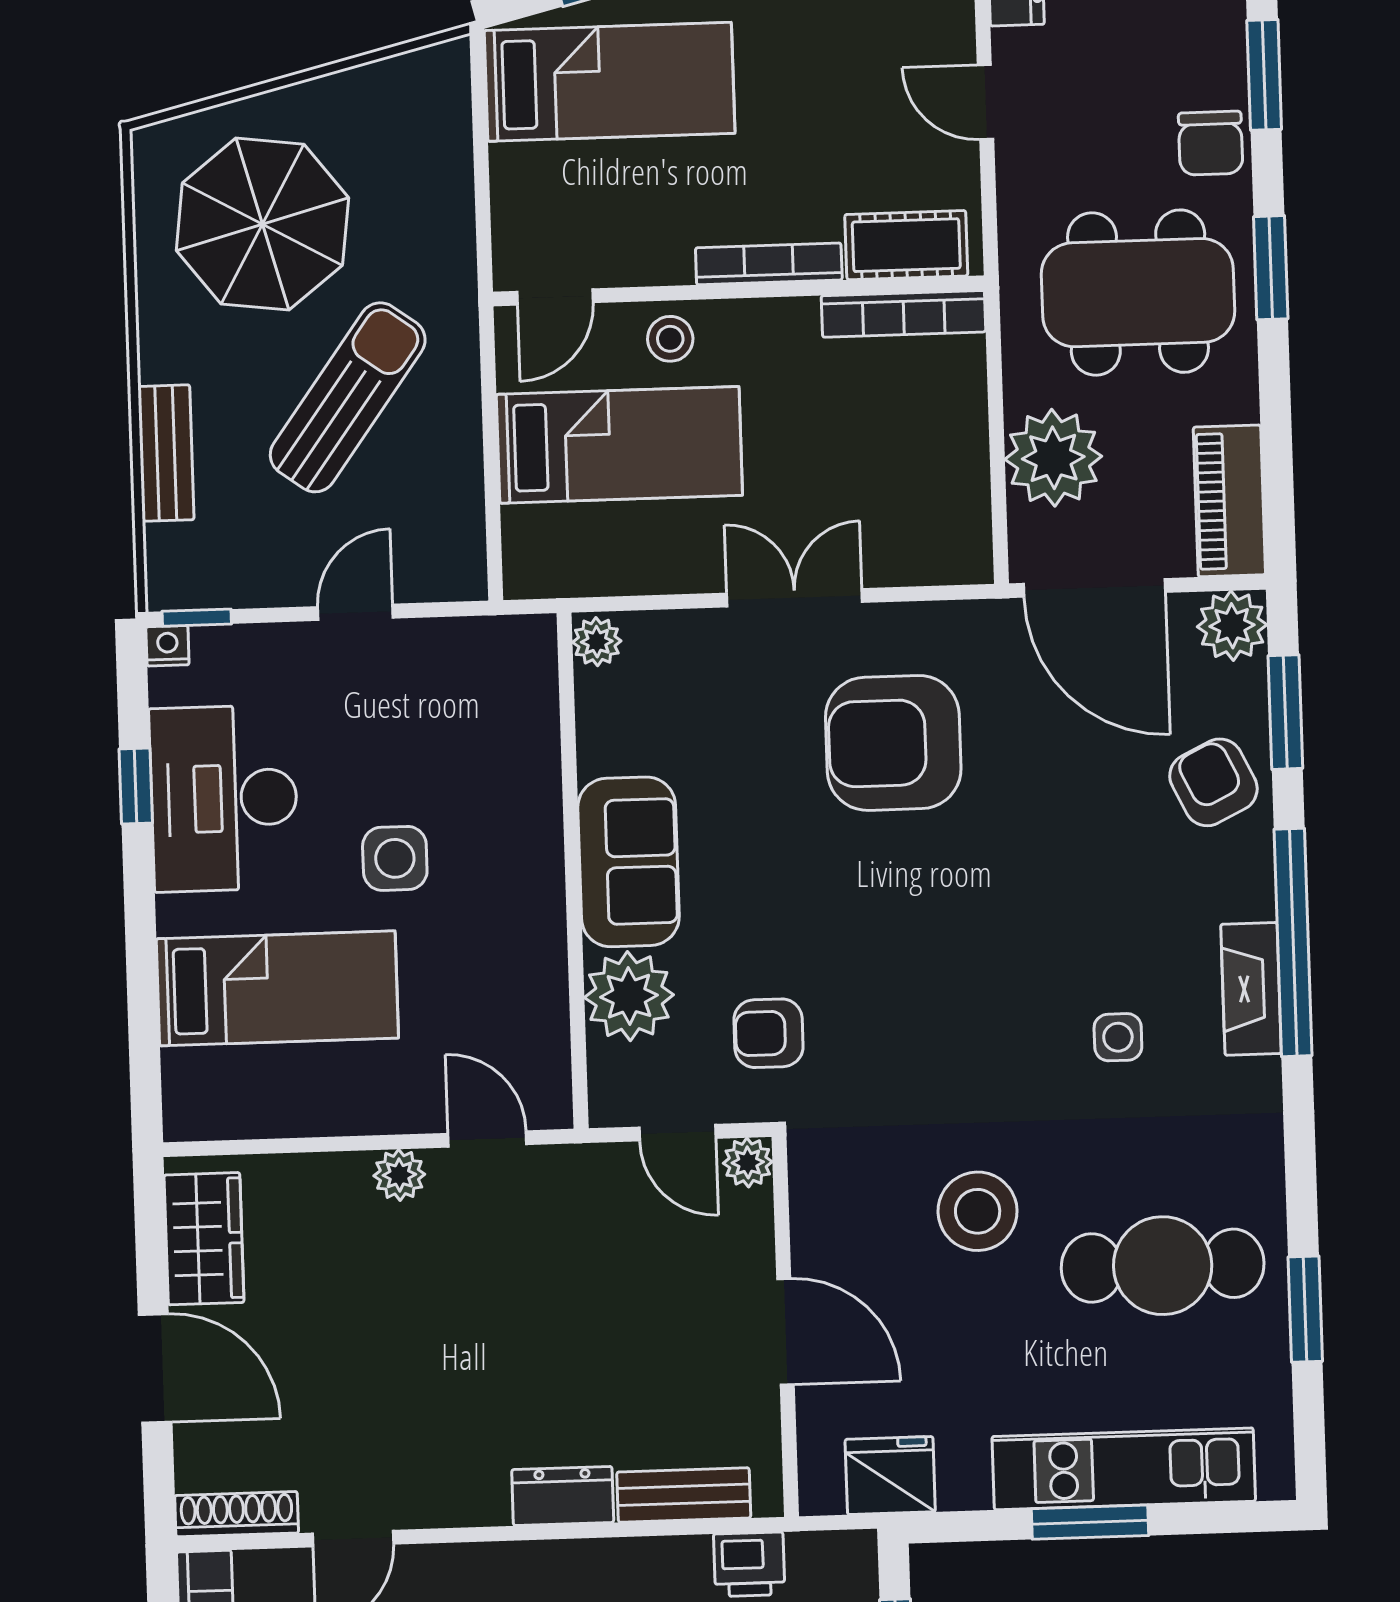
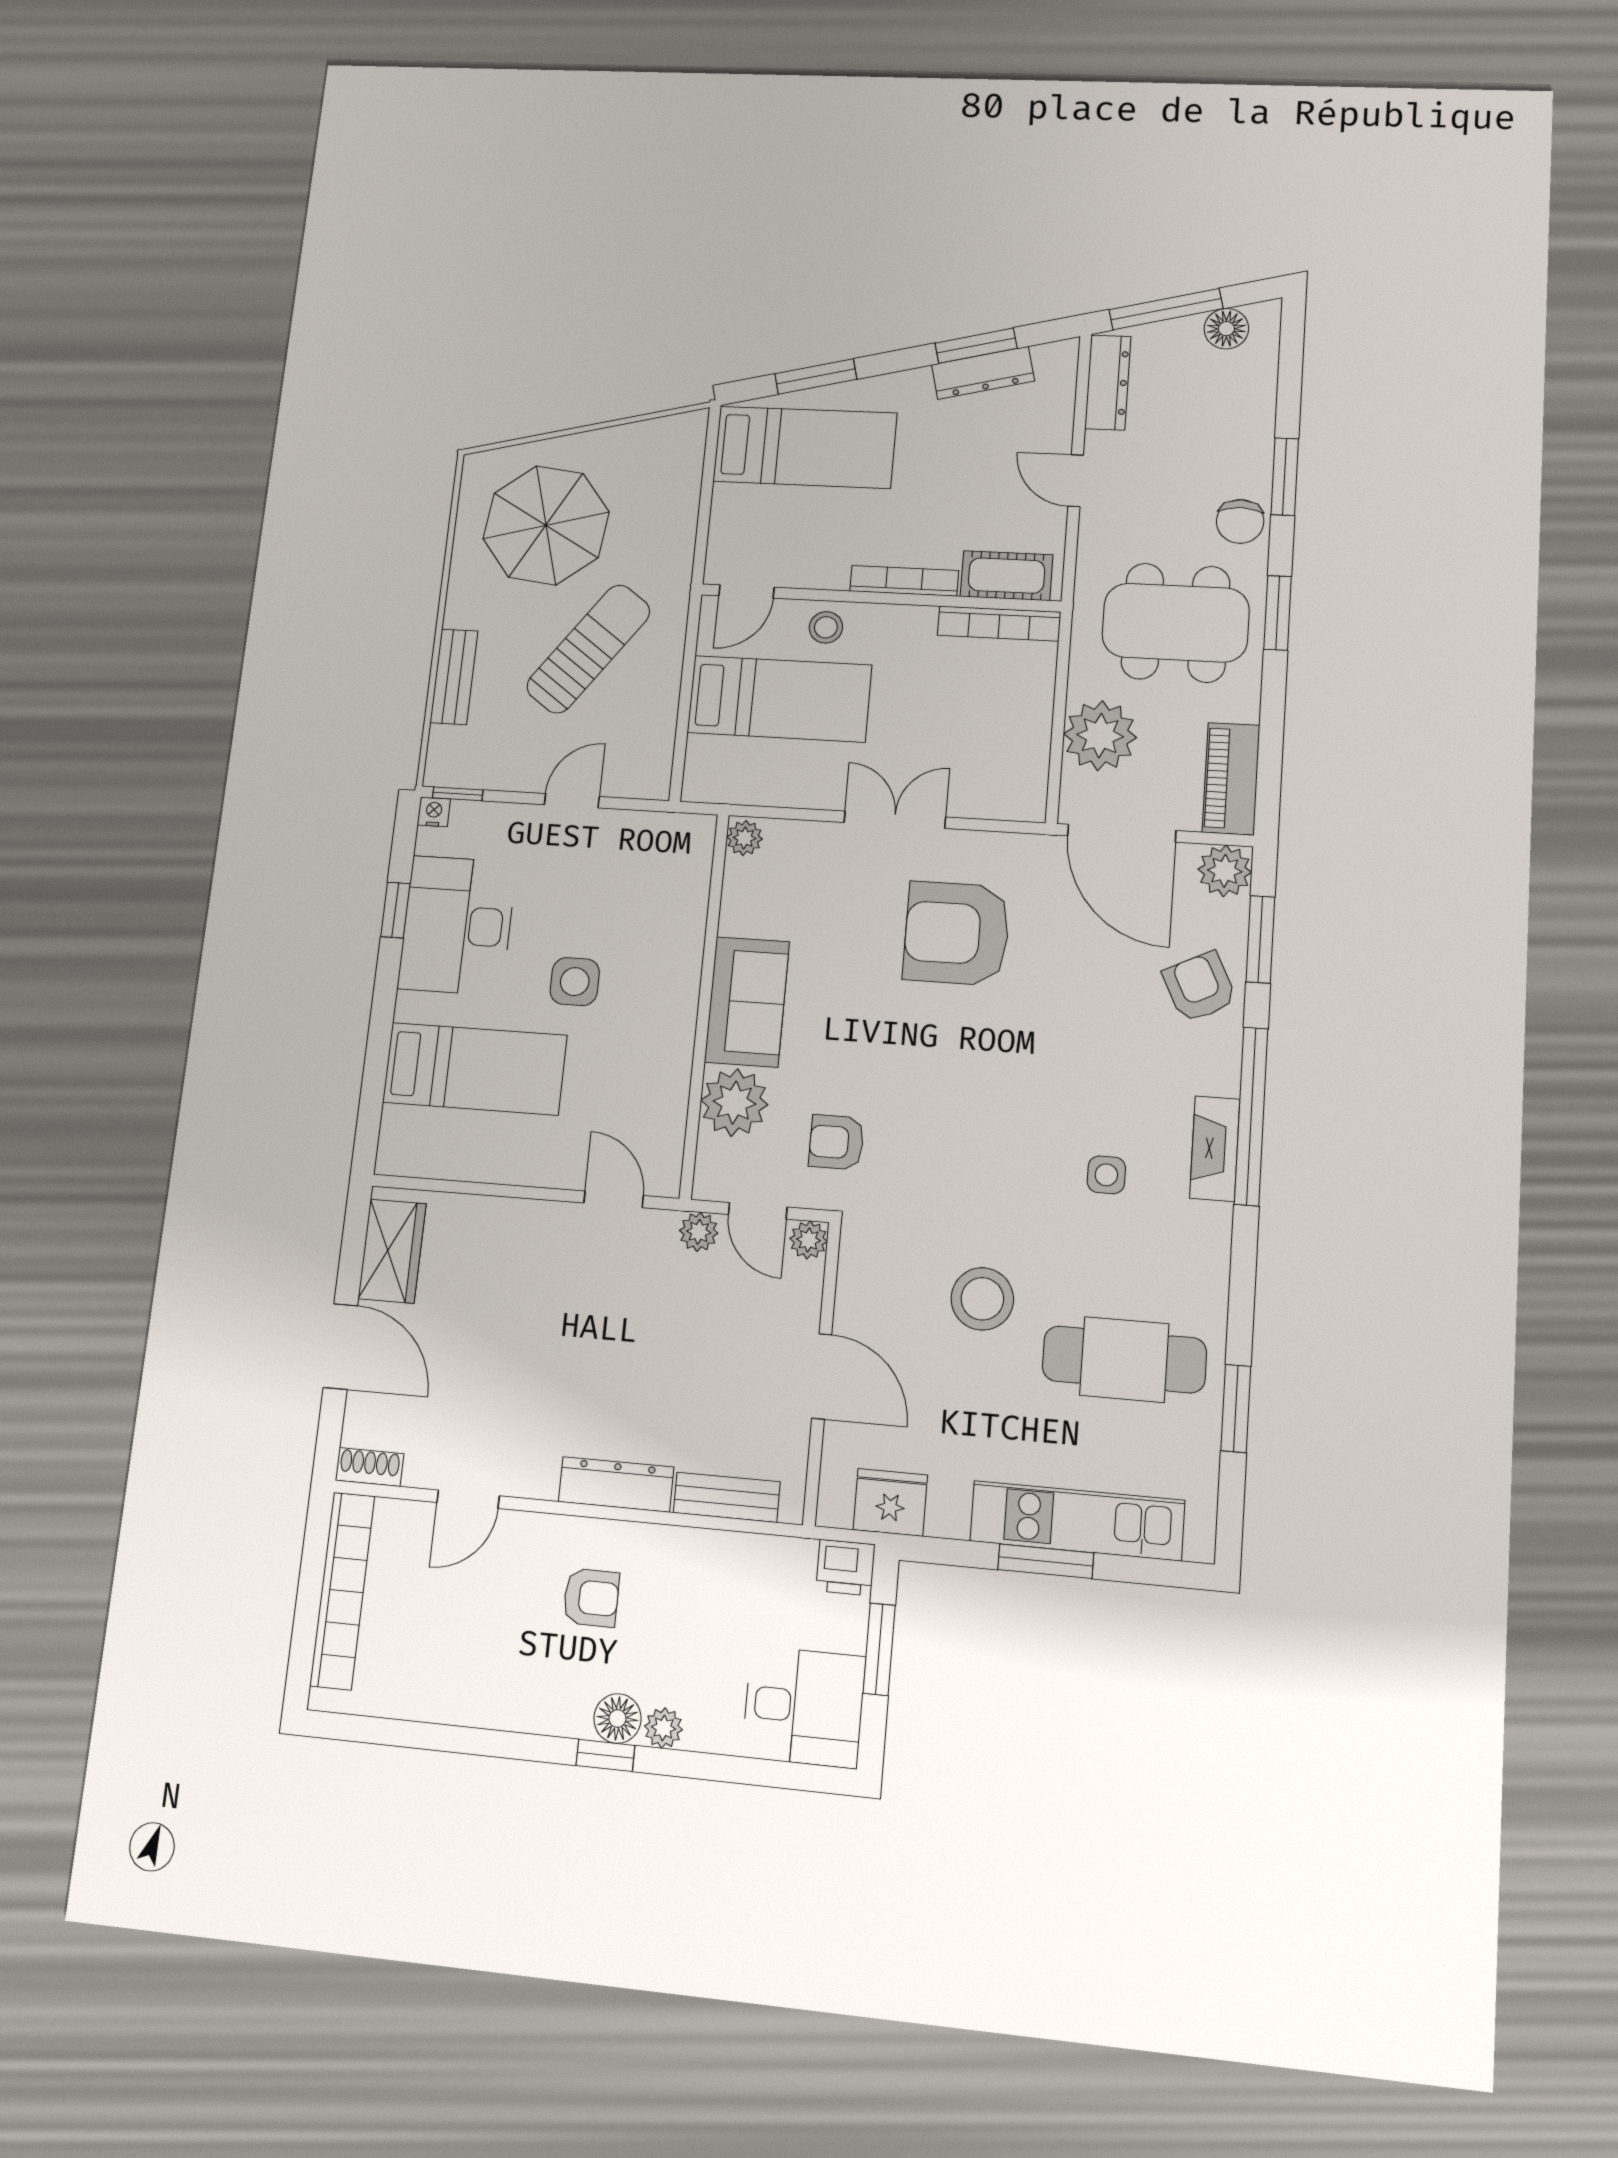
plant: (399, 1175) -> (699, 1232), moved
dresser: (563, 1496) -> (616, 1484), width x1.44
shoe rack: (237, 1514) -> (369, 1467), width x0.70
printer: (749, 1564) -> (845, 1568), moved

